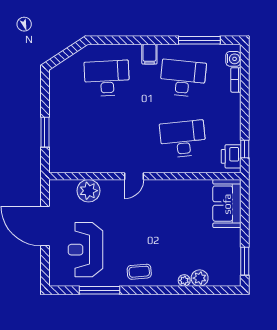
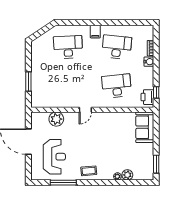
window: (199, 40) -> (127, 23), removed
water cooler: (233, 59) -> (149, 62), moved
reception desk: (85, 250) -> (54, 157), turned 180

